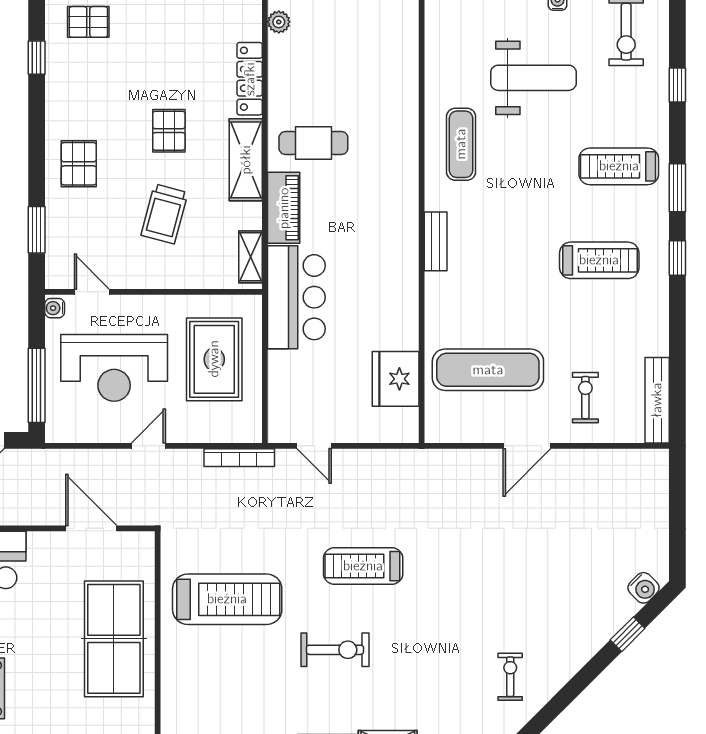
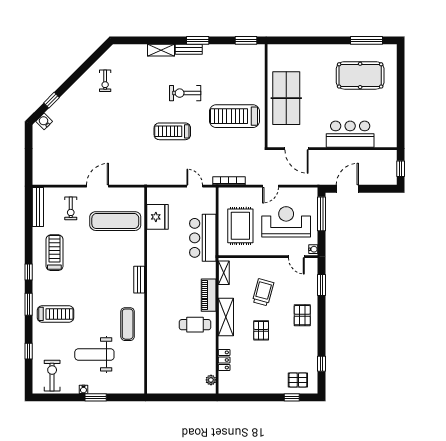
locker: (250, 79) -> (224, 360), width x0.66
treadmill: (599, 260) -> (54, 253), moved, turned 90
bar counter: (296, 297) -> (203, 238), moved
treadmill: (363, 566) -> (172, 131), turned 180

